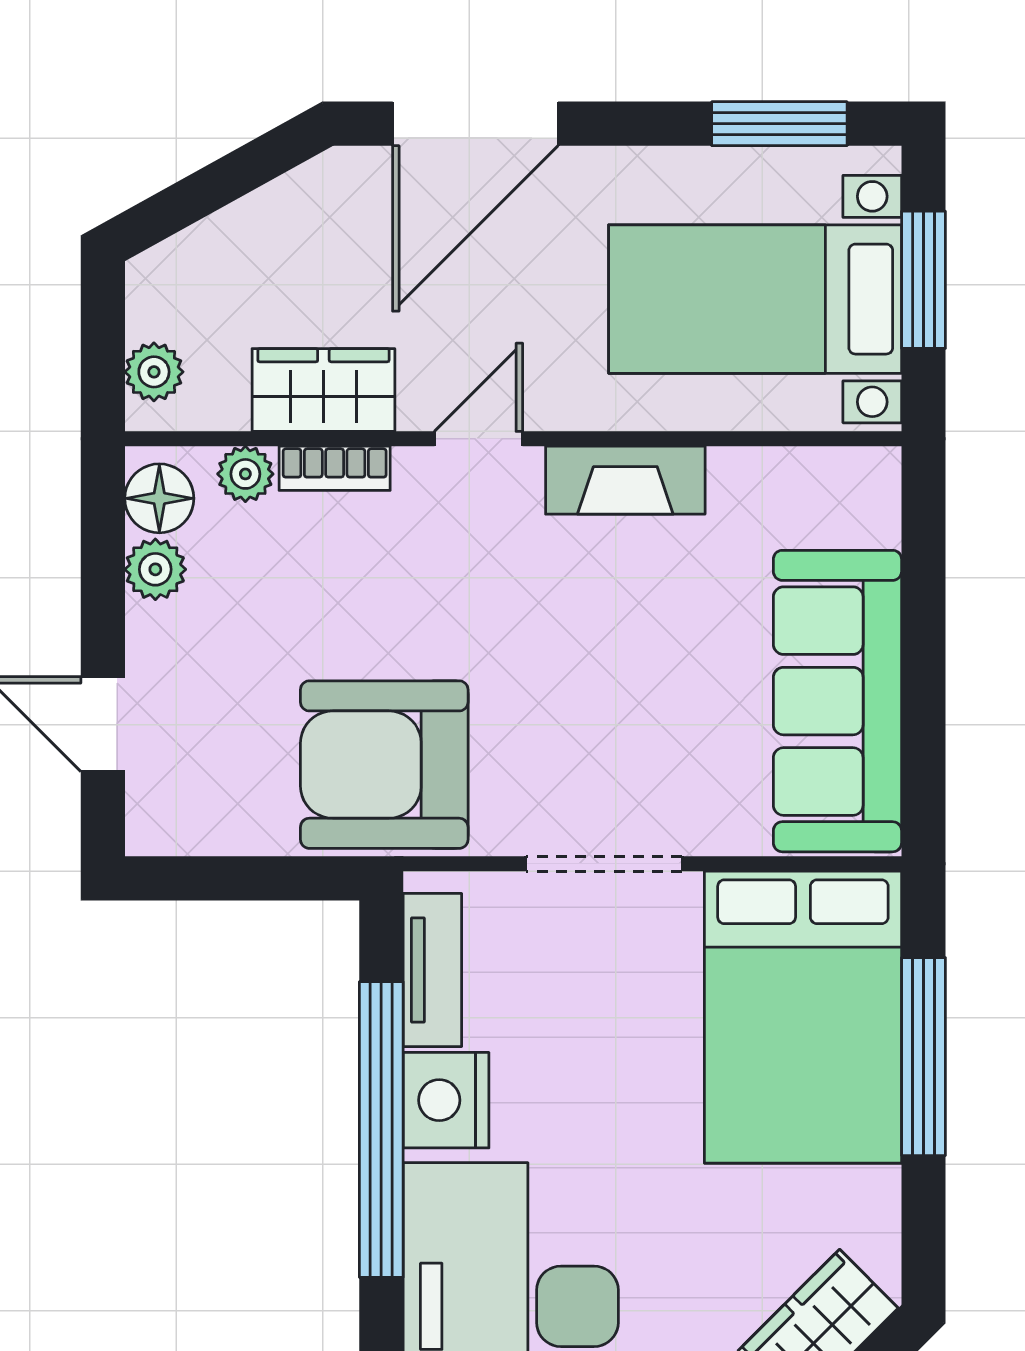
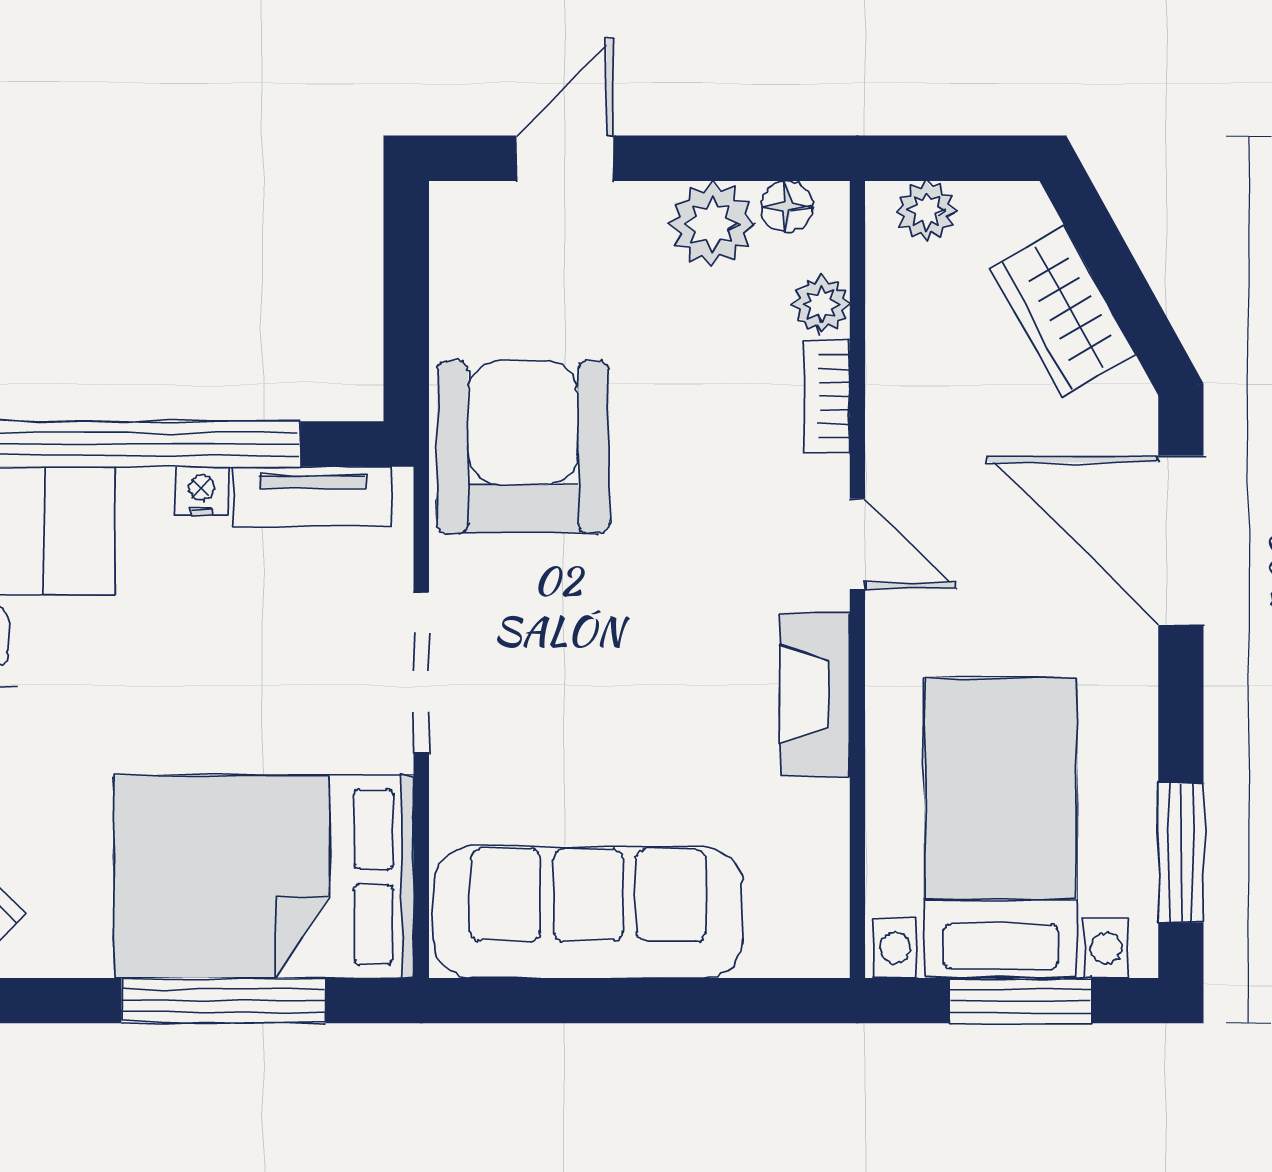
wardrobe: (323, 390) -> (1063, 311), moved, turned 151
floor lamp: (159, 498) -> (787, 207), width x0.73, depth x0.73
plant: (155, 569) -> (712, 224), width x1.38, depth x1.38
nightstand: (446, 1100) -> (202, 491), width x0.53, depth x0.56

